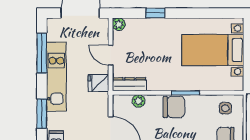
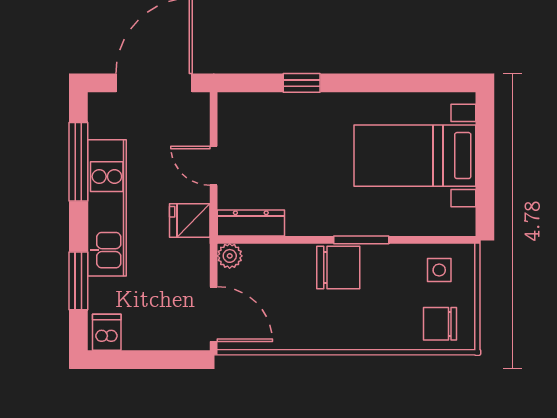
plant: (119, 24) -> (230, 105), removed
plant: (138, 101) -> (230, 256), moved

